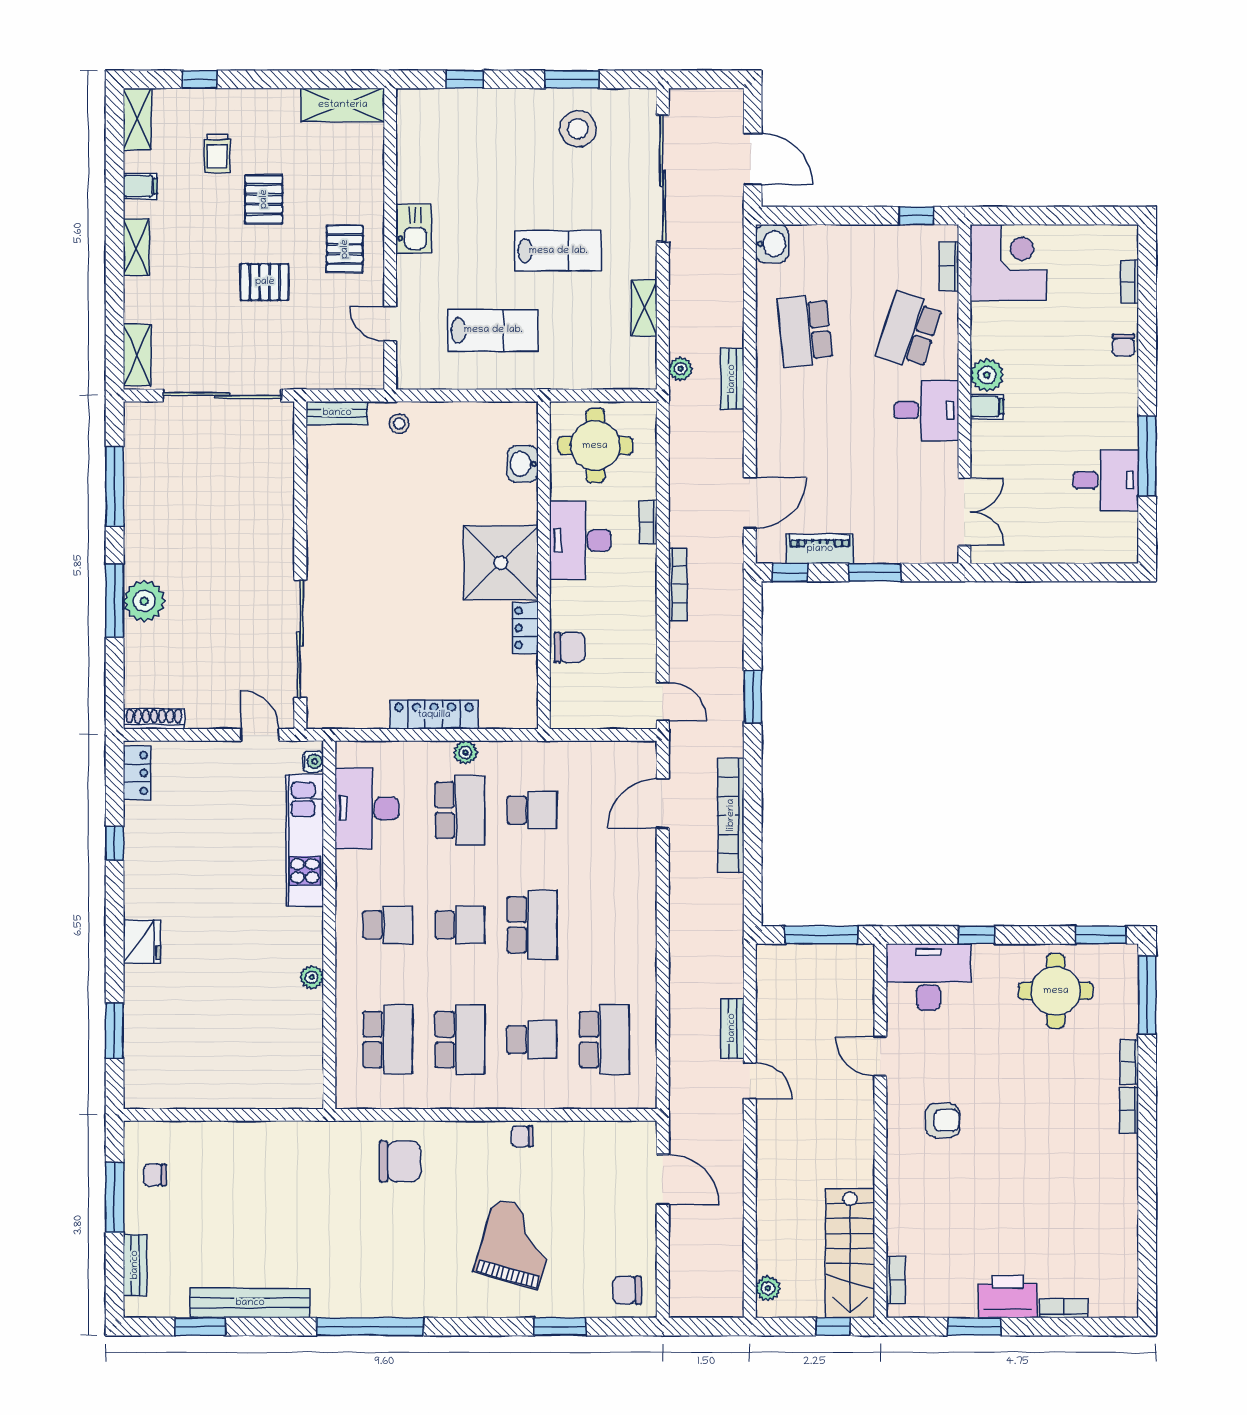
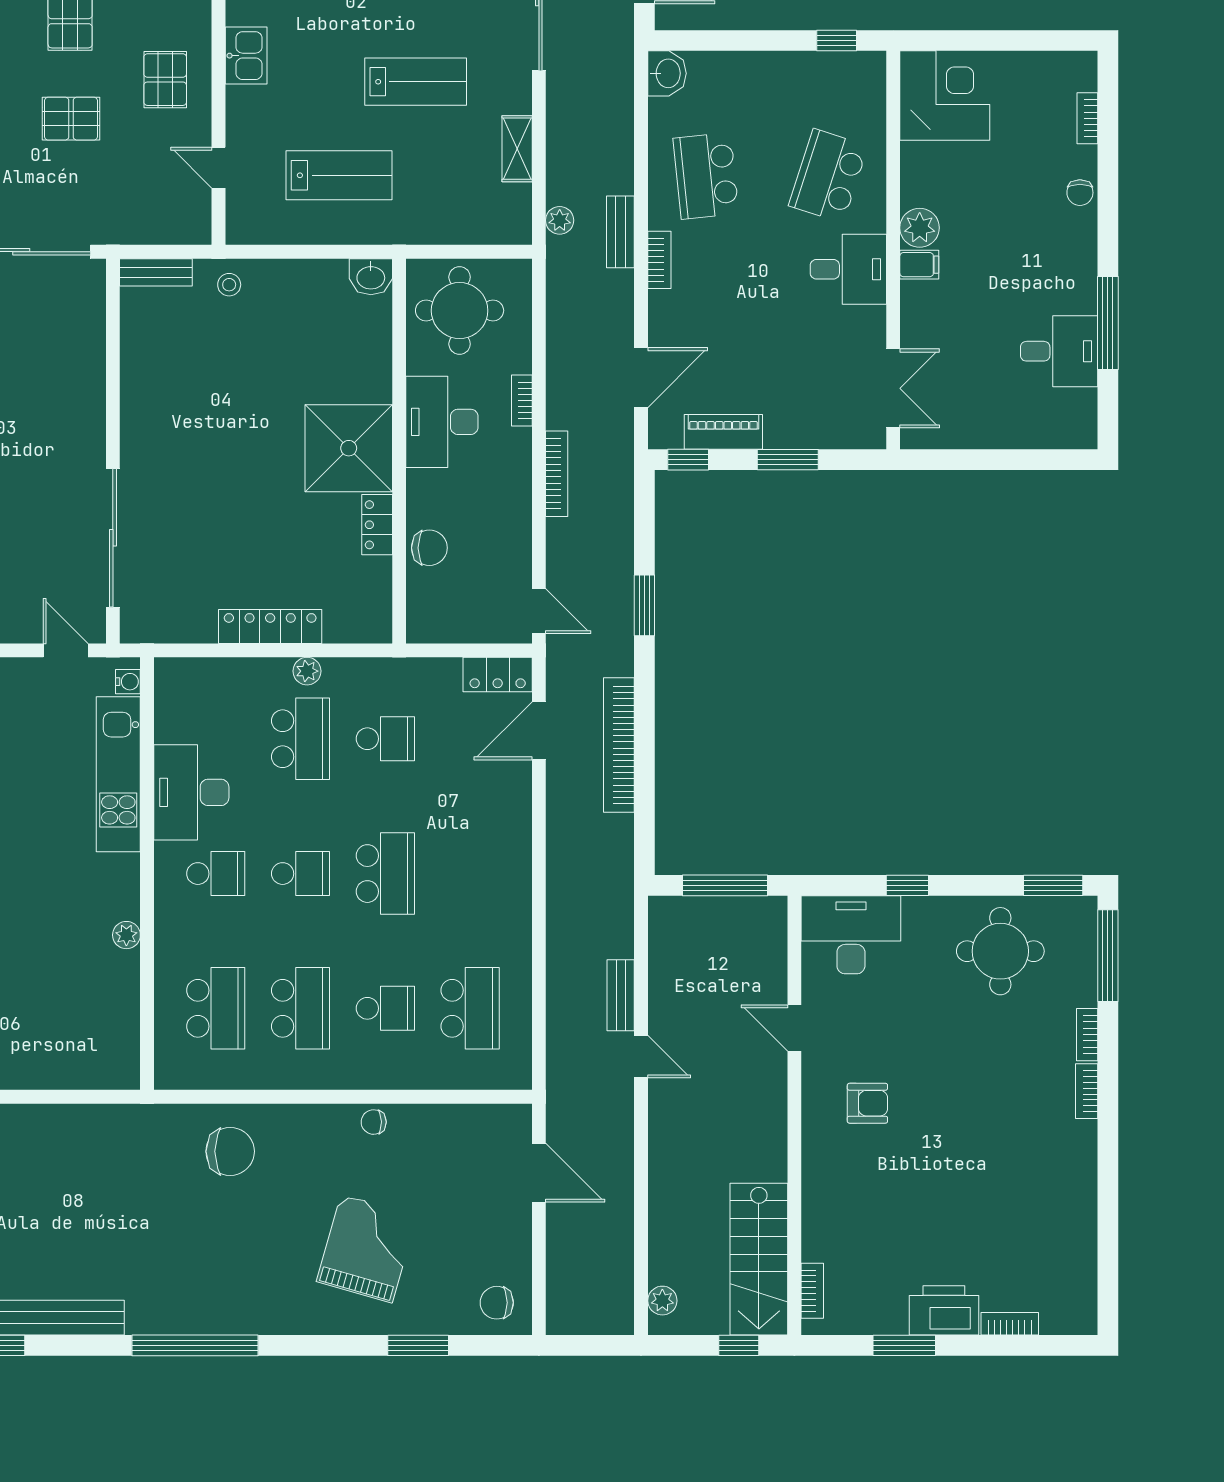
bookcase: (949, 266) -> (659, 260), moved, turned 180
washbasin: (523, 464) -> (371, 277), moved, turned -90
locker: (628, 755) -> (498, 675), added
desk: (367, 809) -> (191, 792), moved

